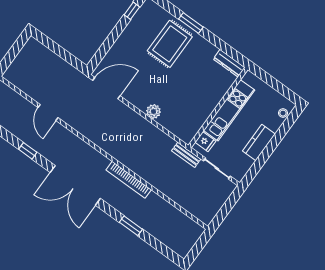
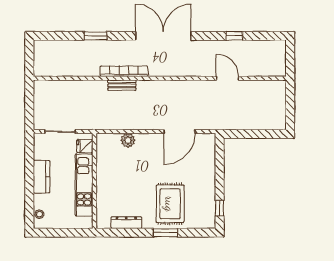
dresser: (229, 63) -> (126, 223), moved
door: (106, 88) -> (179, 132), moved
plant: (154, 111) -> (128, 140), moved
window: (28, 151) -> (234, 36), moved
bench: (186, 155) -> (122, 85), moved

